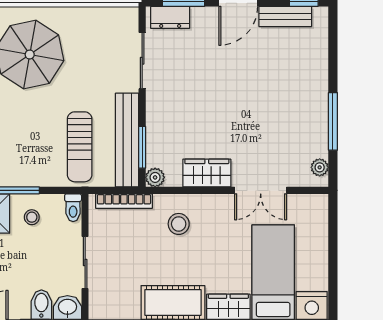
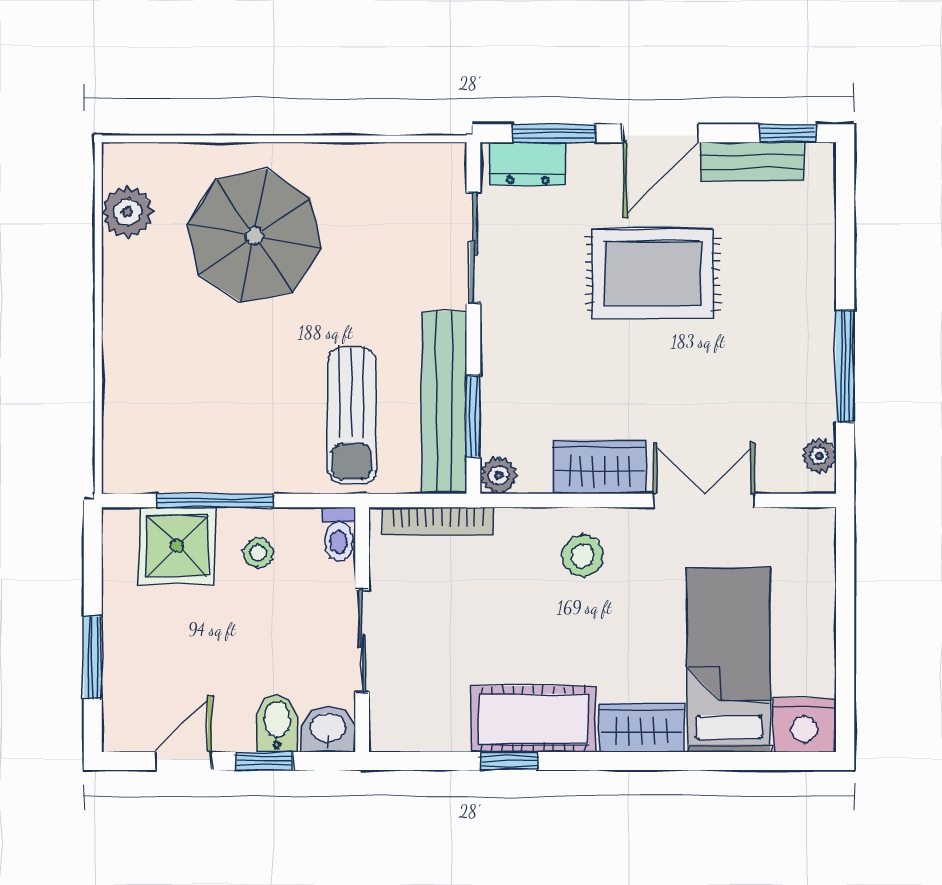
rug: (234, 74) -> (653, 274), added
double door: (261, 190) -> (704, 501), swing flipped
stool: (179, 224) -> (583, 556), moved

